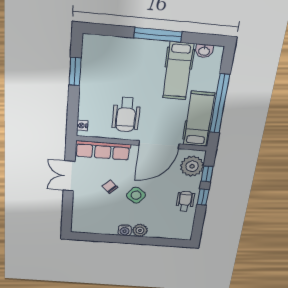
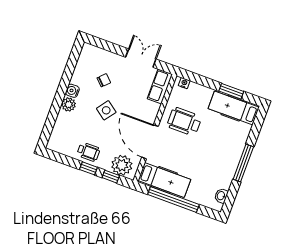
hospital bed: (178, 71) -> (234, 108), moved
row of seats: (103, 150) -> (160, 86), width x0.68
chair: (110, 187) -> (104, 80), moved

